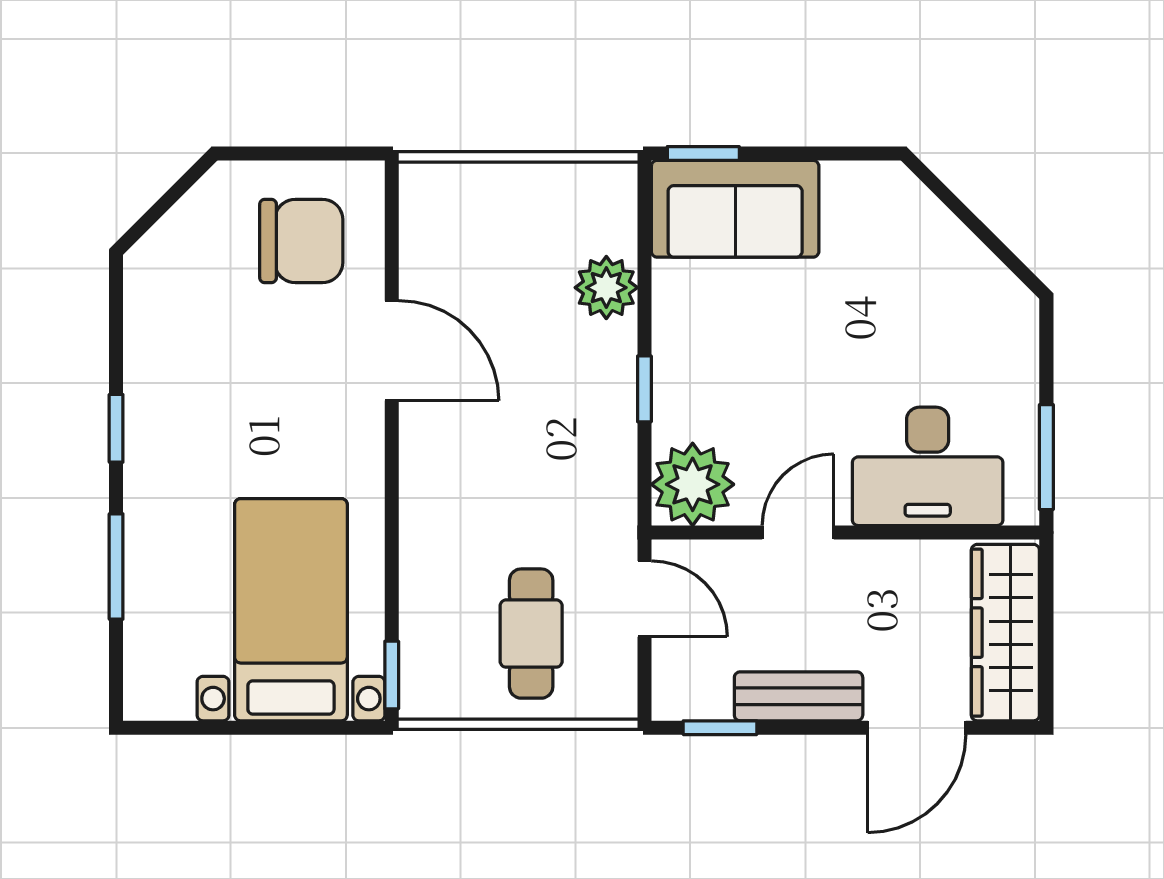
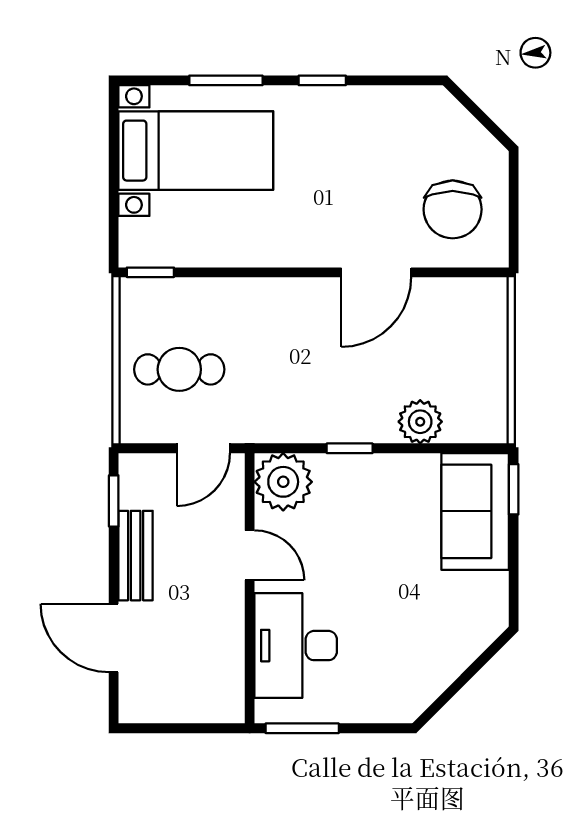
bed with nightstands: (291, 610) -> (196, 151), moved
wardrobe: (1005, 633) -> (180, 700), removed

